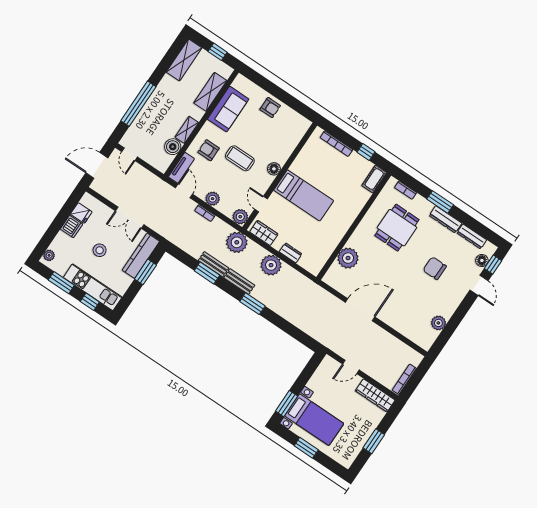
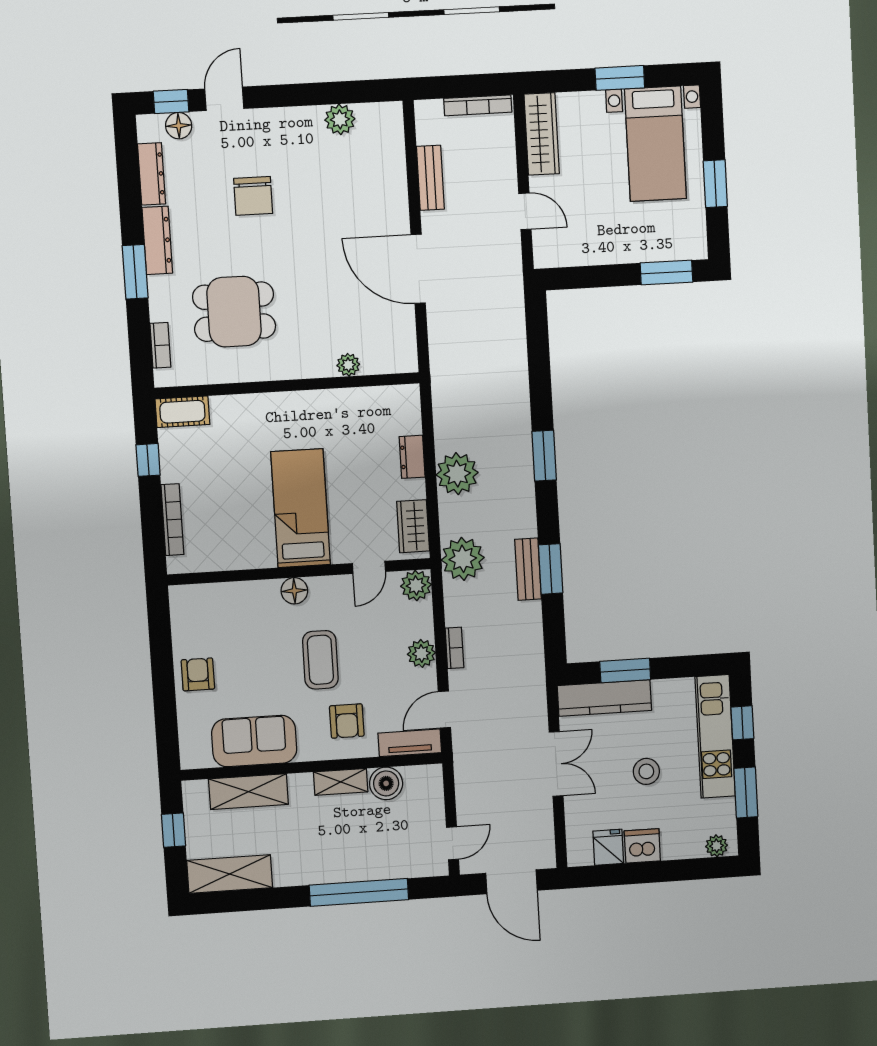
plant: (348, 258) -> (348, 365), width x0.53, depth x0.53
bench: (239, 282) -> (430, 178), moved
bed with nightstands: (314, 420) -> (655, 144), moved, turned 180

